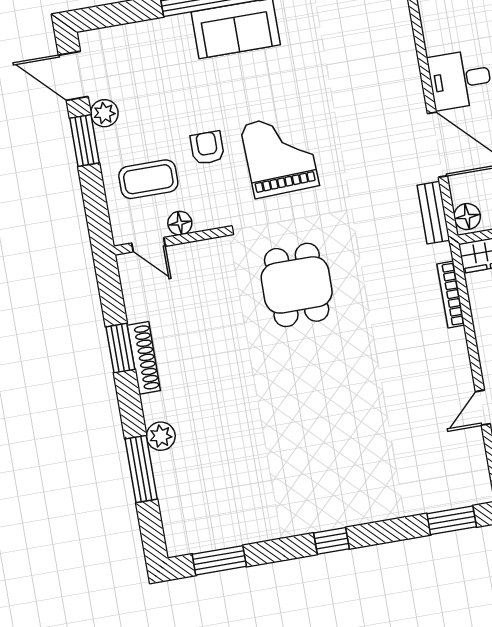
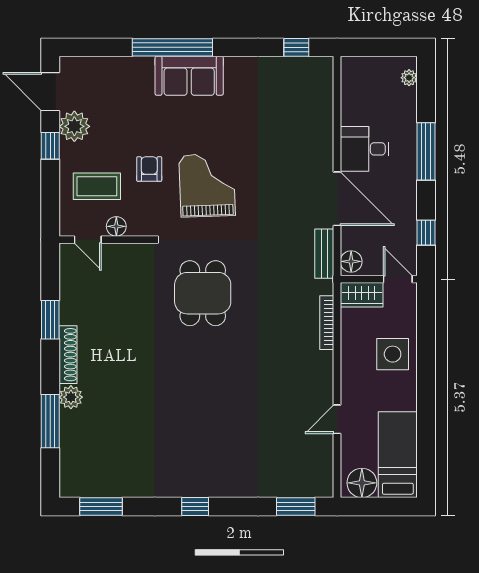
plant: (104, 113) -> (74, 126), width x1.36, depth x1.36
window: (84, 141) -> (50, 146), width x0.67
shoe rack: (144, 358) -> (68, 355), moved

